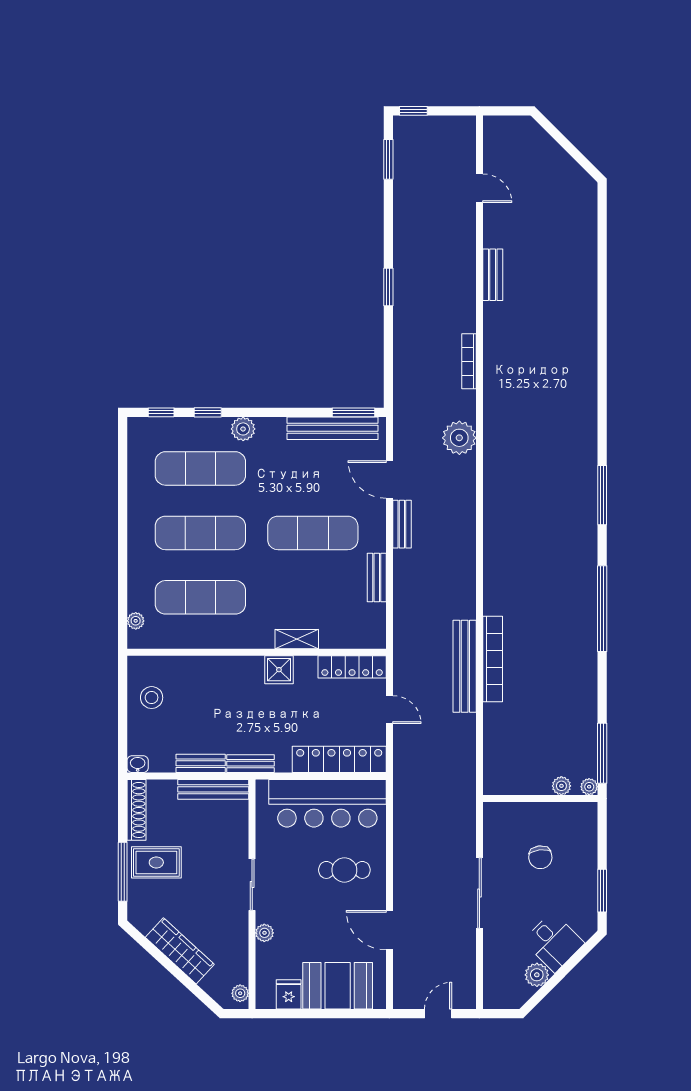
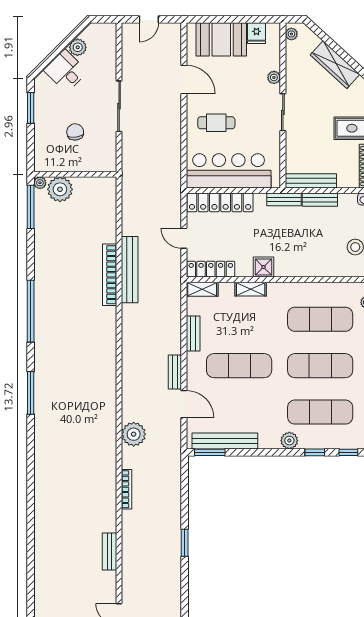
shelving: (364, 639) -> (202, 289), added
plant: (561, 786) -> (60, 189), width x1.88, depth x1.88

